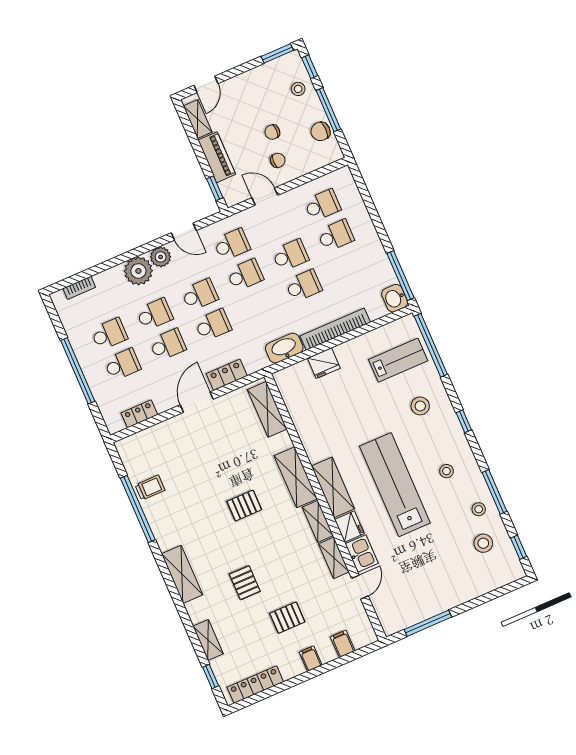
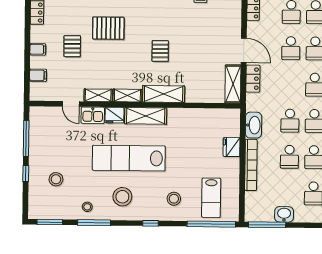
washbasin: (395, 298) -> (284, 214), moved
school desk: (213, 325) -> (290, 121), moved
shelving: (267, 409) -> (233, 84), moved, turned 90
stool: (446, 471) -> (122, 197), width x1.89, depth x1.89
lab bench: (395, 485) -> (129, 158), turned 180
stool: (483, 543) -> (56, 179), moved
window: (519, 547) -> (50, 222), width x1.50
pallet: (245, 583) -> (108, 28), width x1.50, depth x1.42
window: (472, 604) -> (26, 174), added

